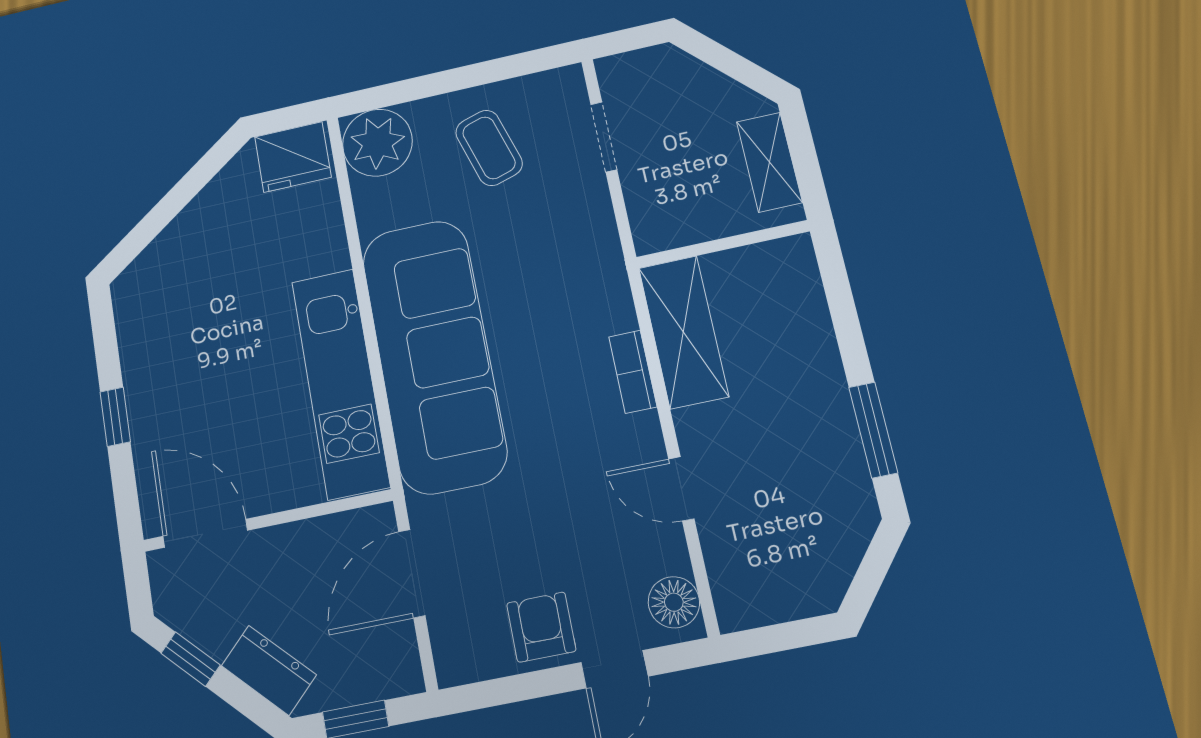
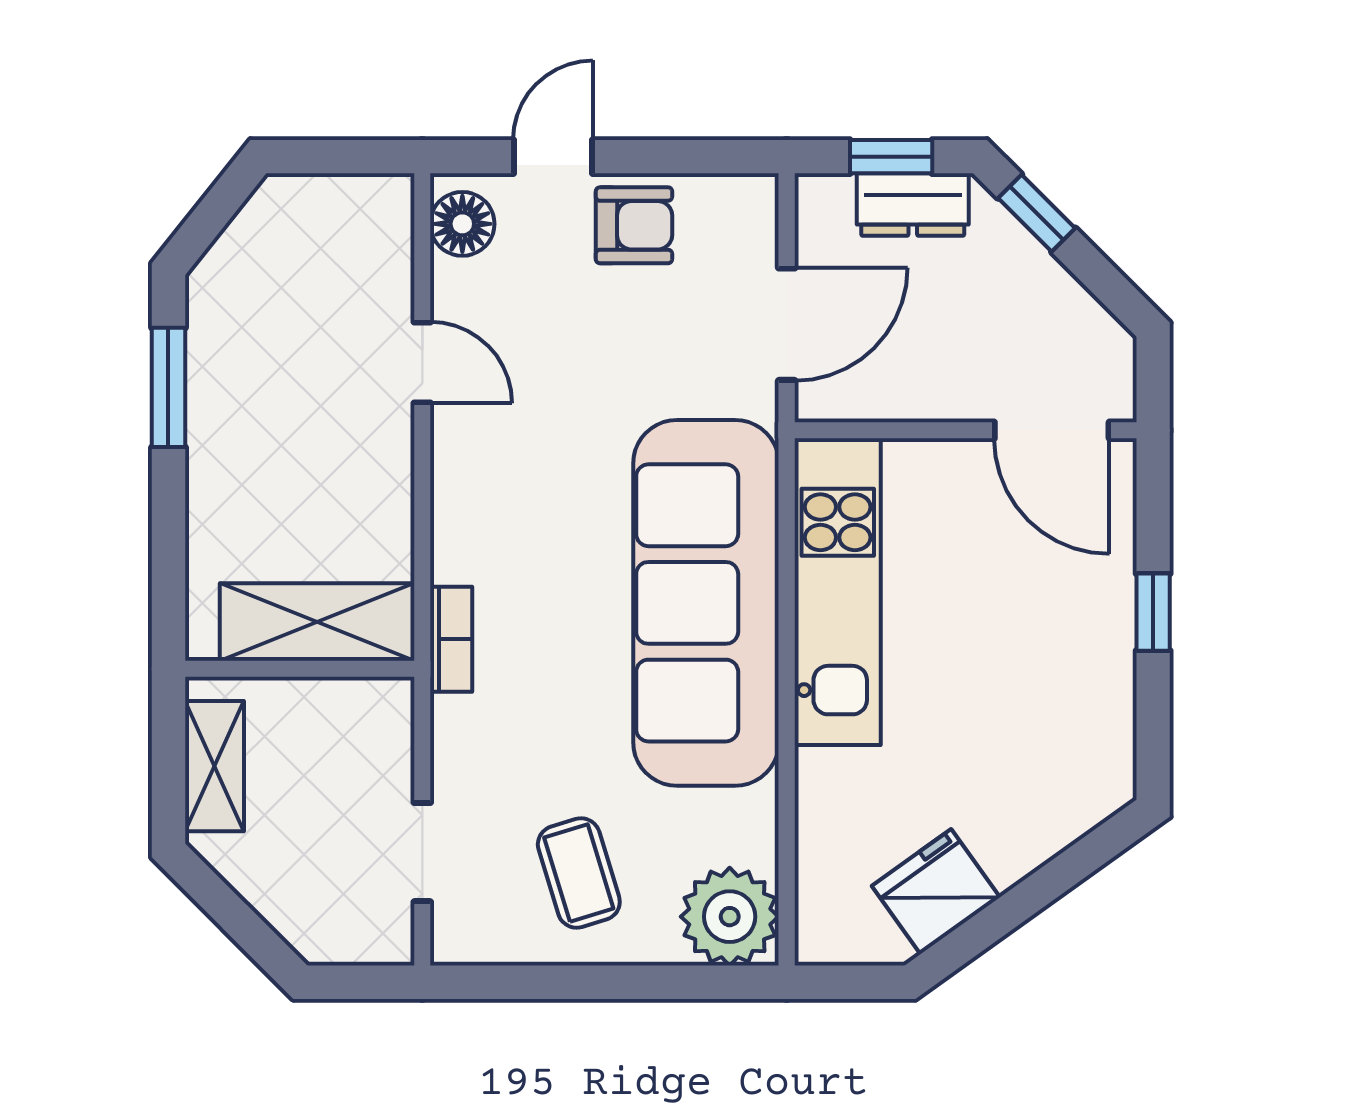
fridge: (293, 157) -> (936, 892), moved, turned -36
shelving: (683, 332) -> (317, 622), moved, turned 90
bookcase: (633, 372) -> (451, 639), moved
armchair: (541, 627) -> (634, 225), turned -90
window: (190, 659) -> (1037, 213), moved
dresser: (269, 670) -> (913, 205), moved, turned -45

